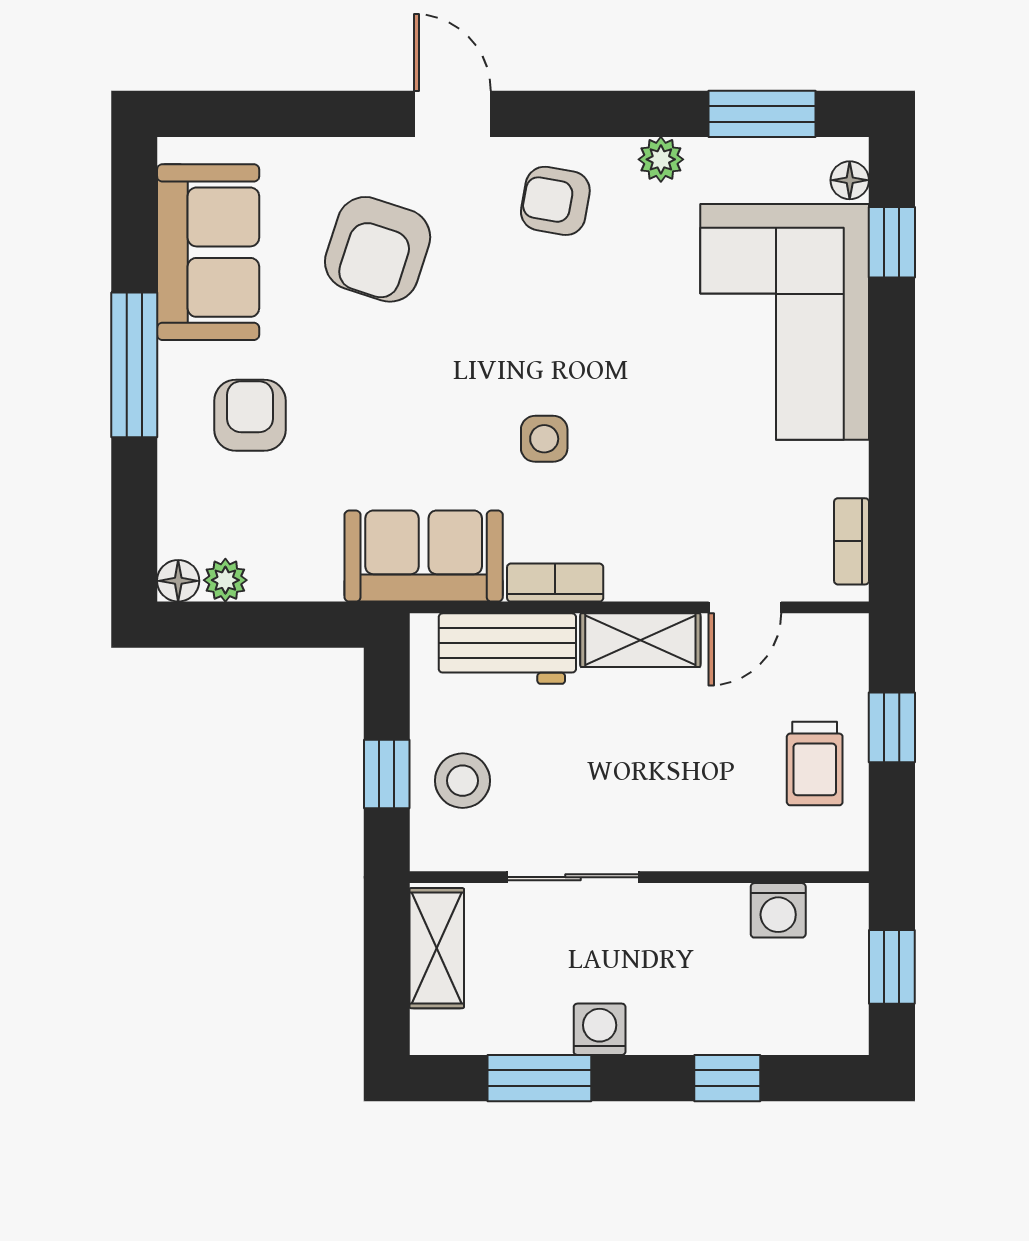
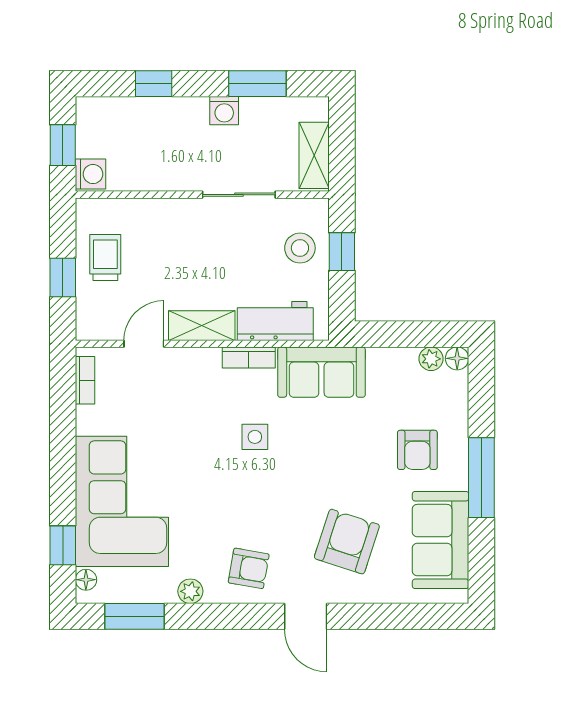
washing machine: (778, 910) -> (91, 174), moved, turned 90

